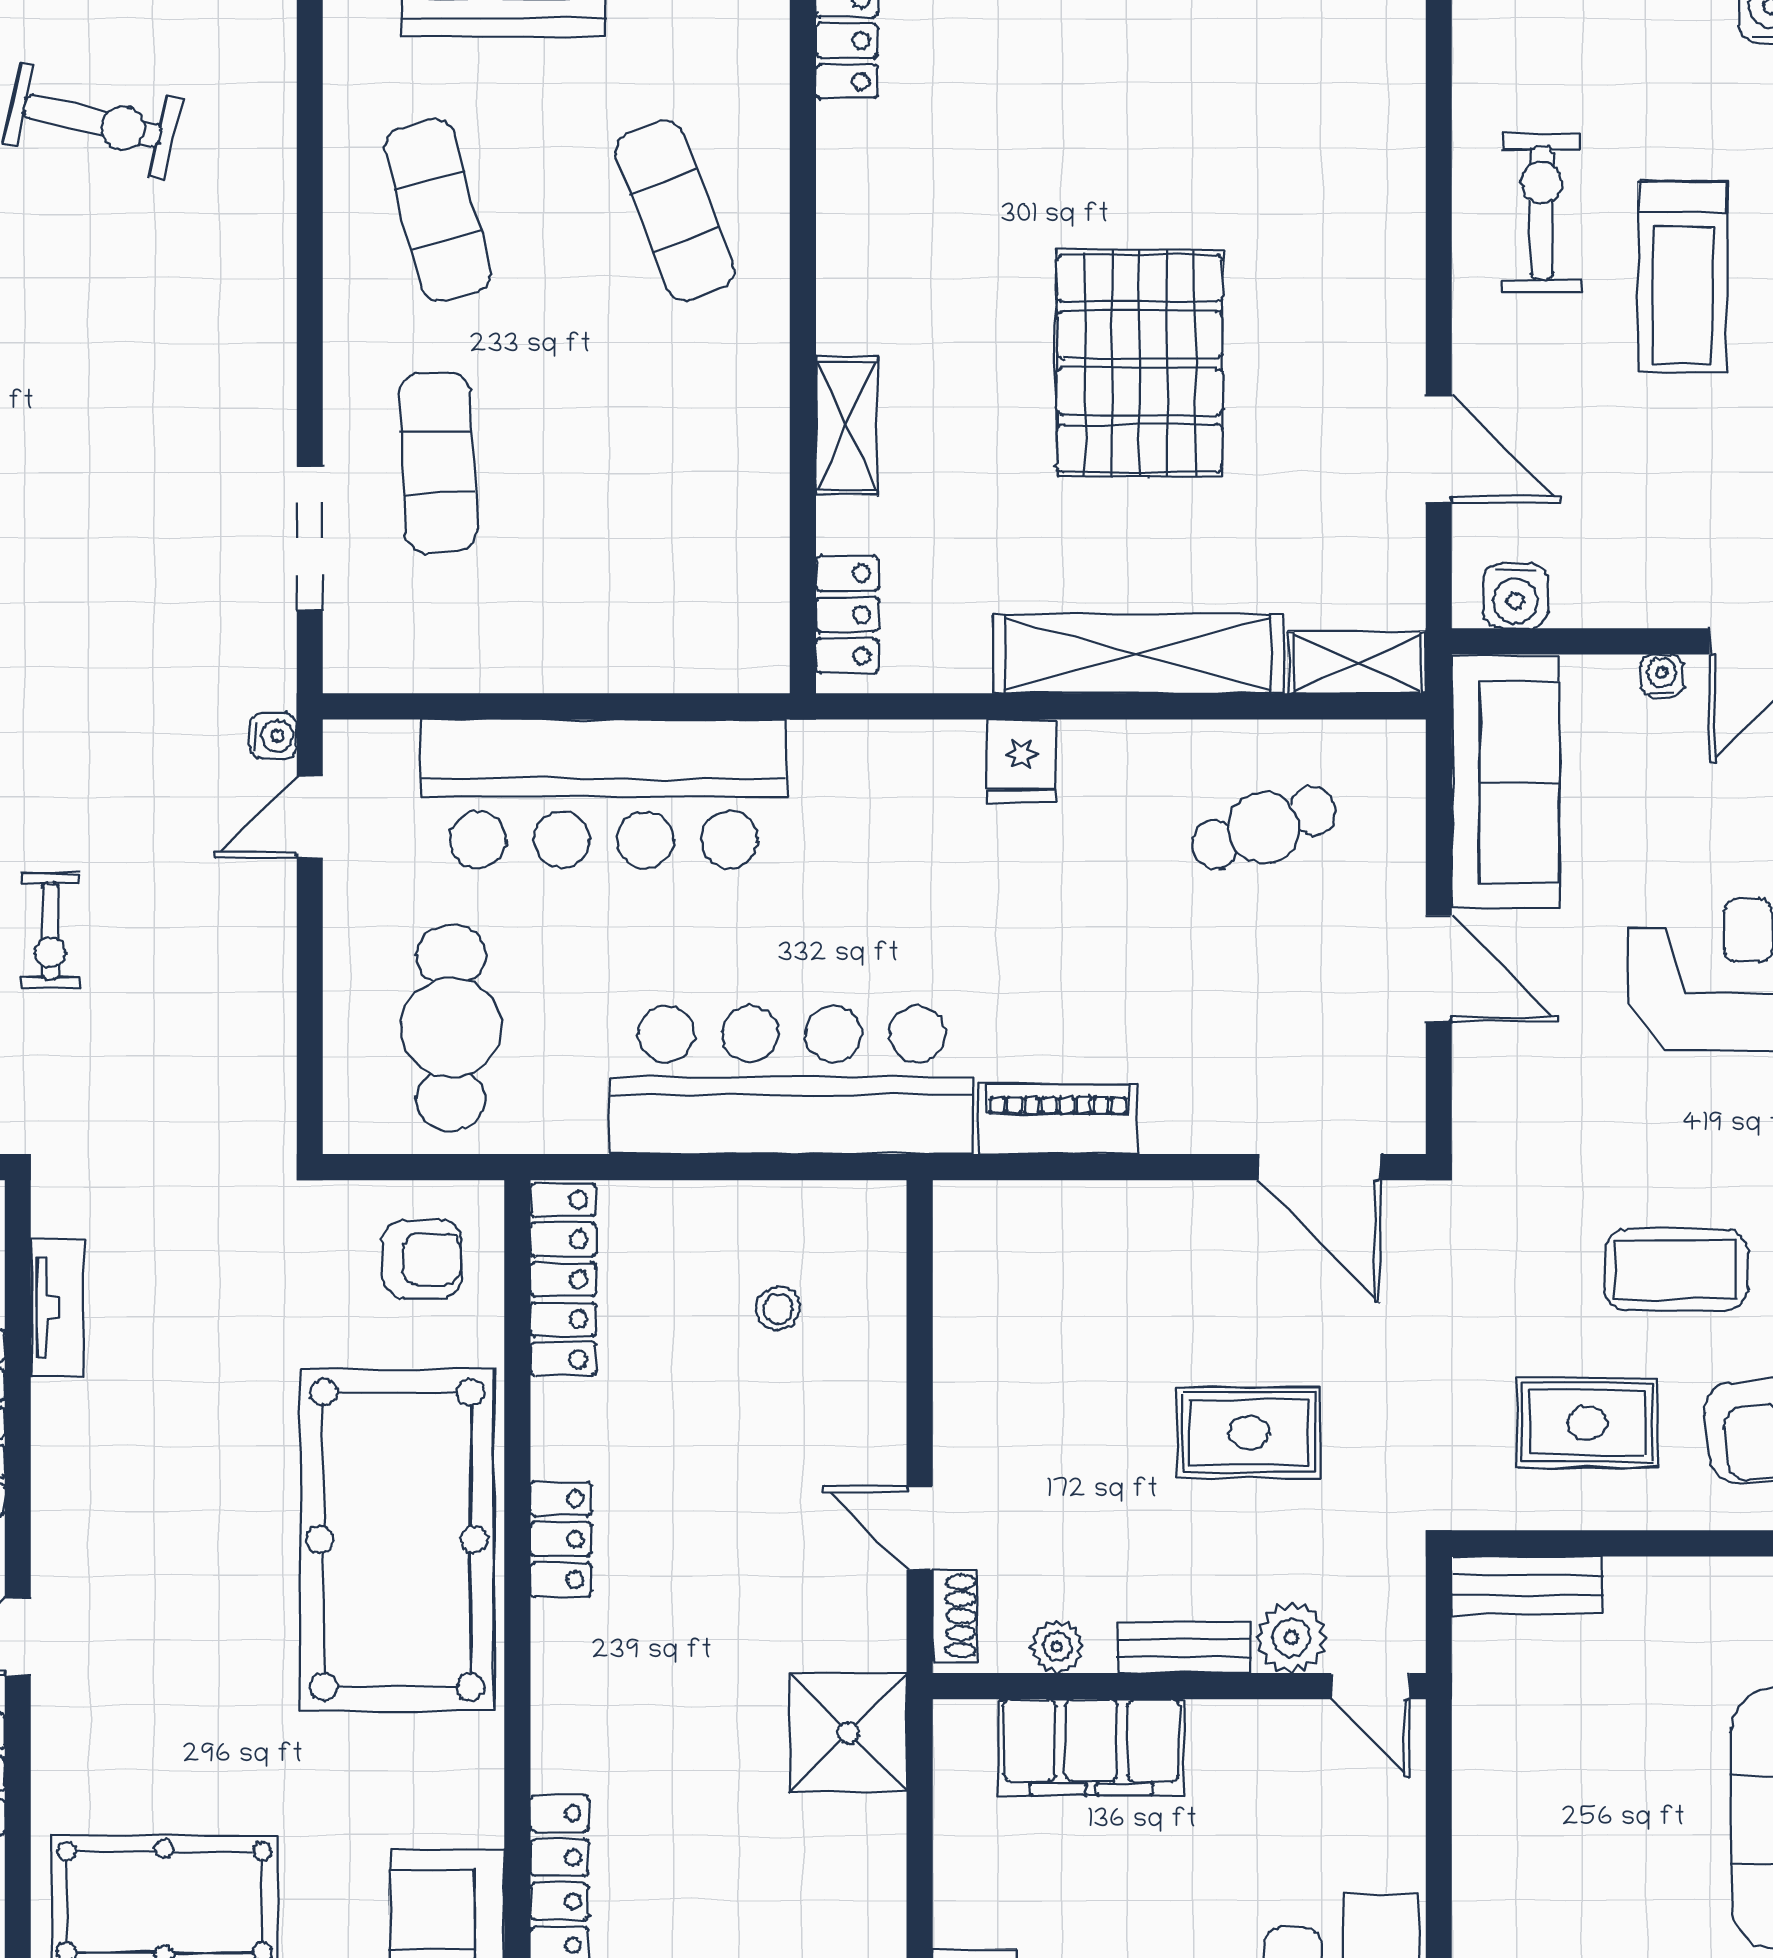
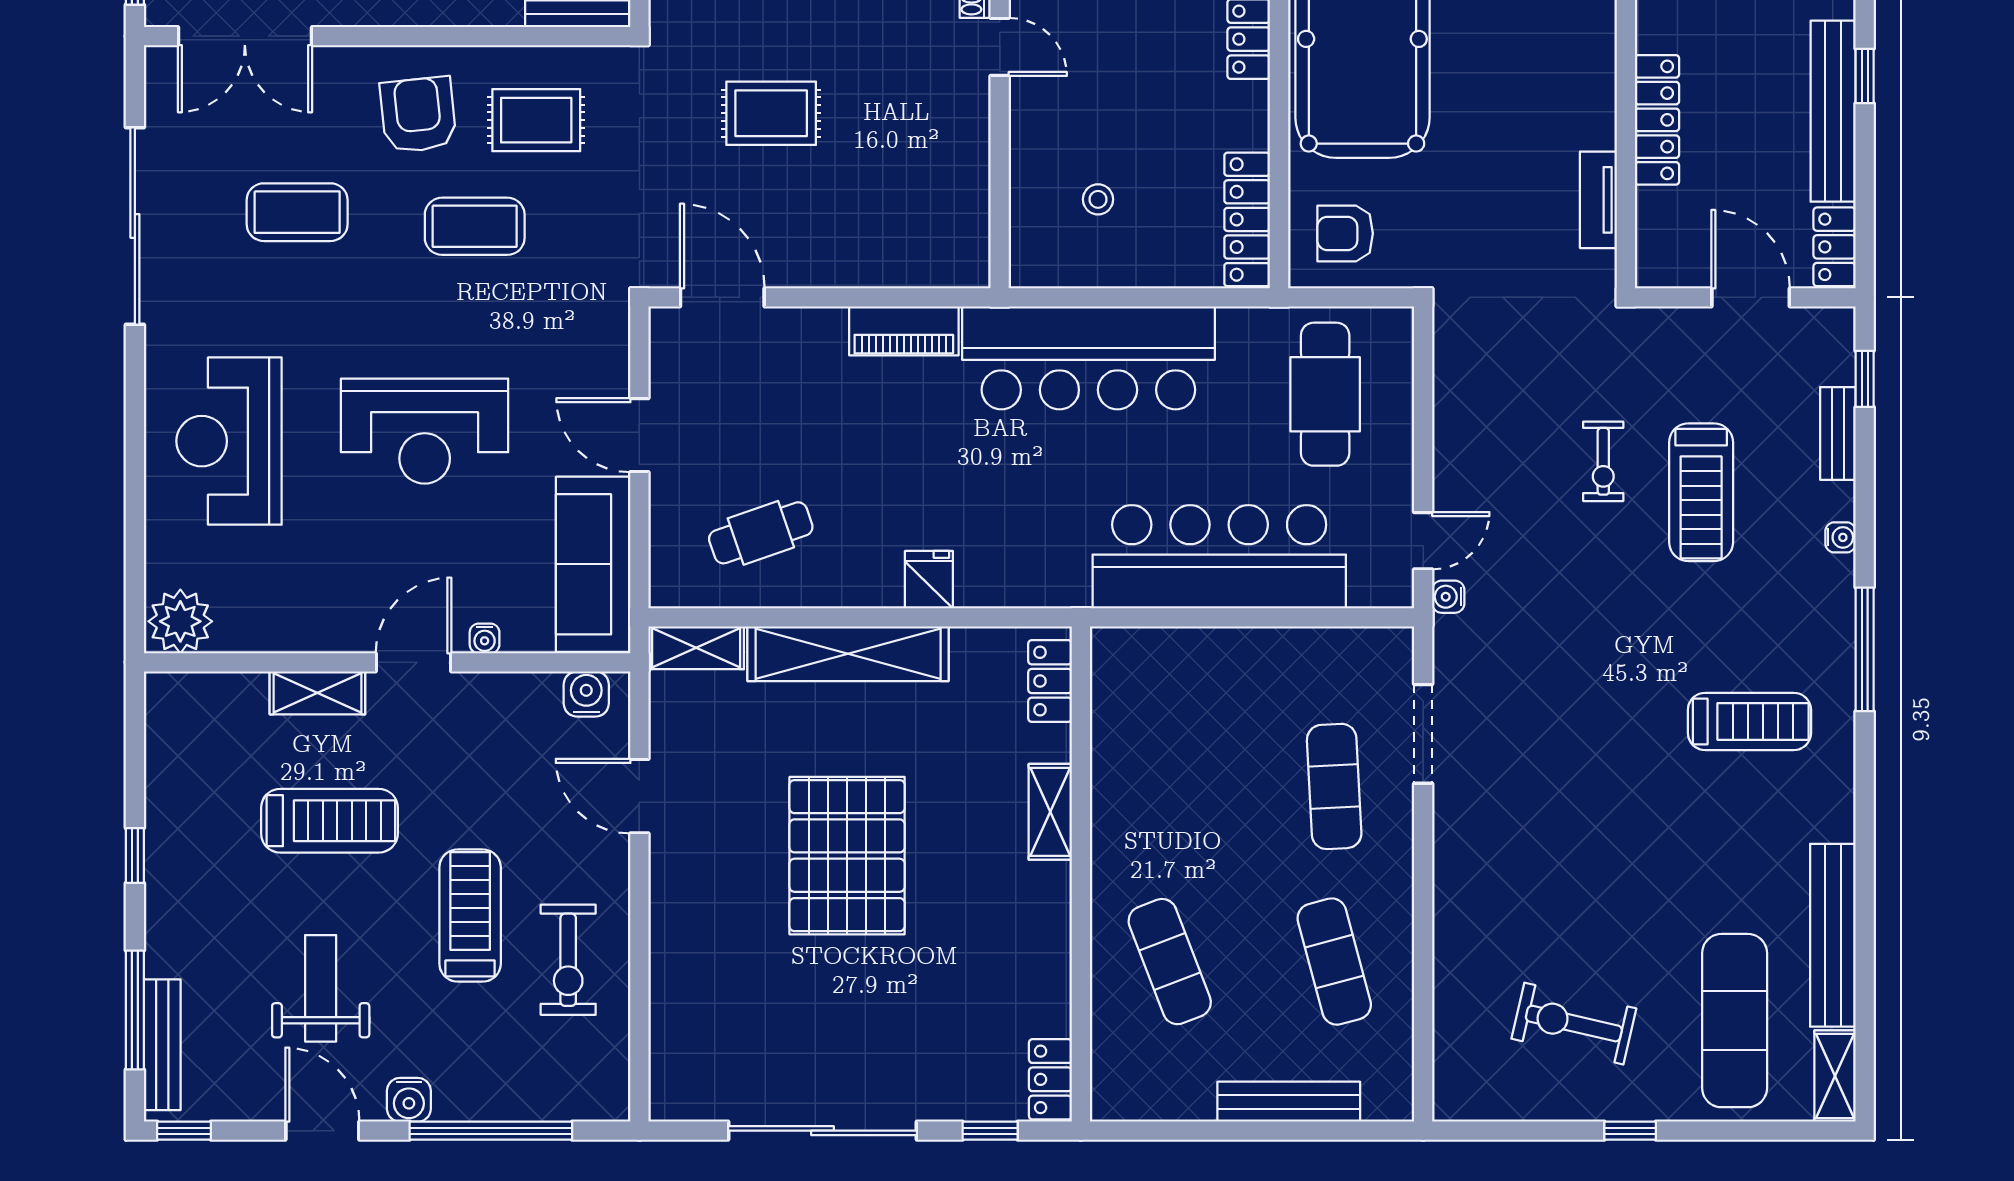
exercise bike: (50, 931) -> (1603, 461), turned 180

